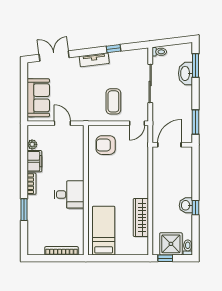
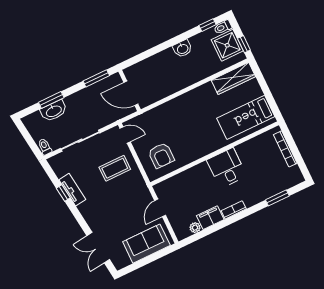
tv unit: (94, 60) -> (72, 190), moved
window: (196, 66) -> (51, 100), moved
window: (196, 208) -> (208, 25), moved
window: (24, 210) -> (277, 198), moved
wardrobe: (141, 217) -> (233, 78), moved

